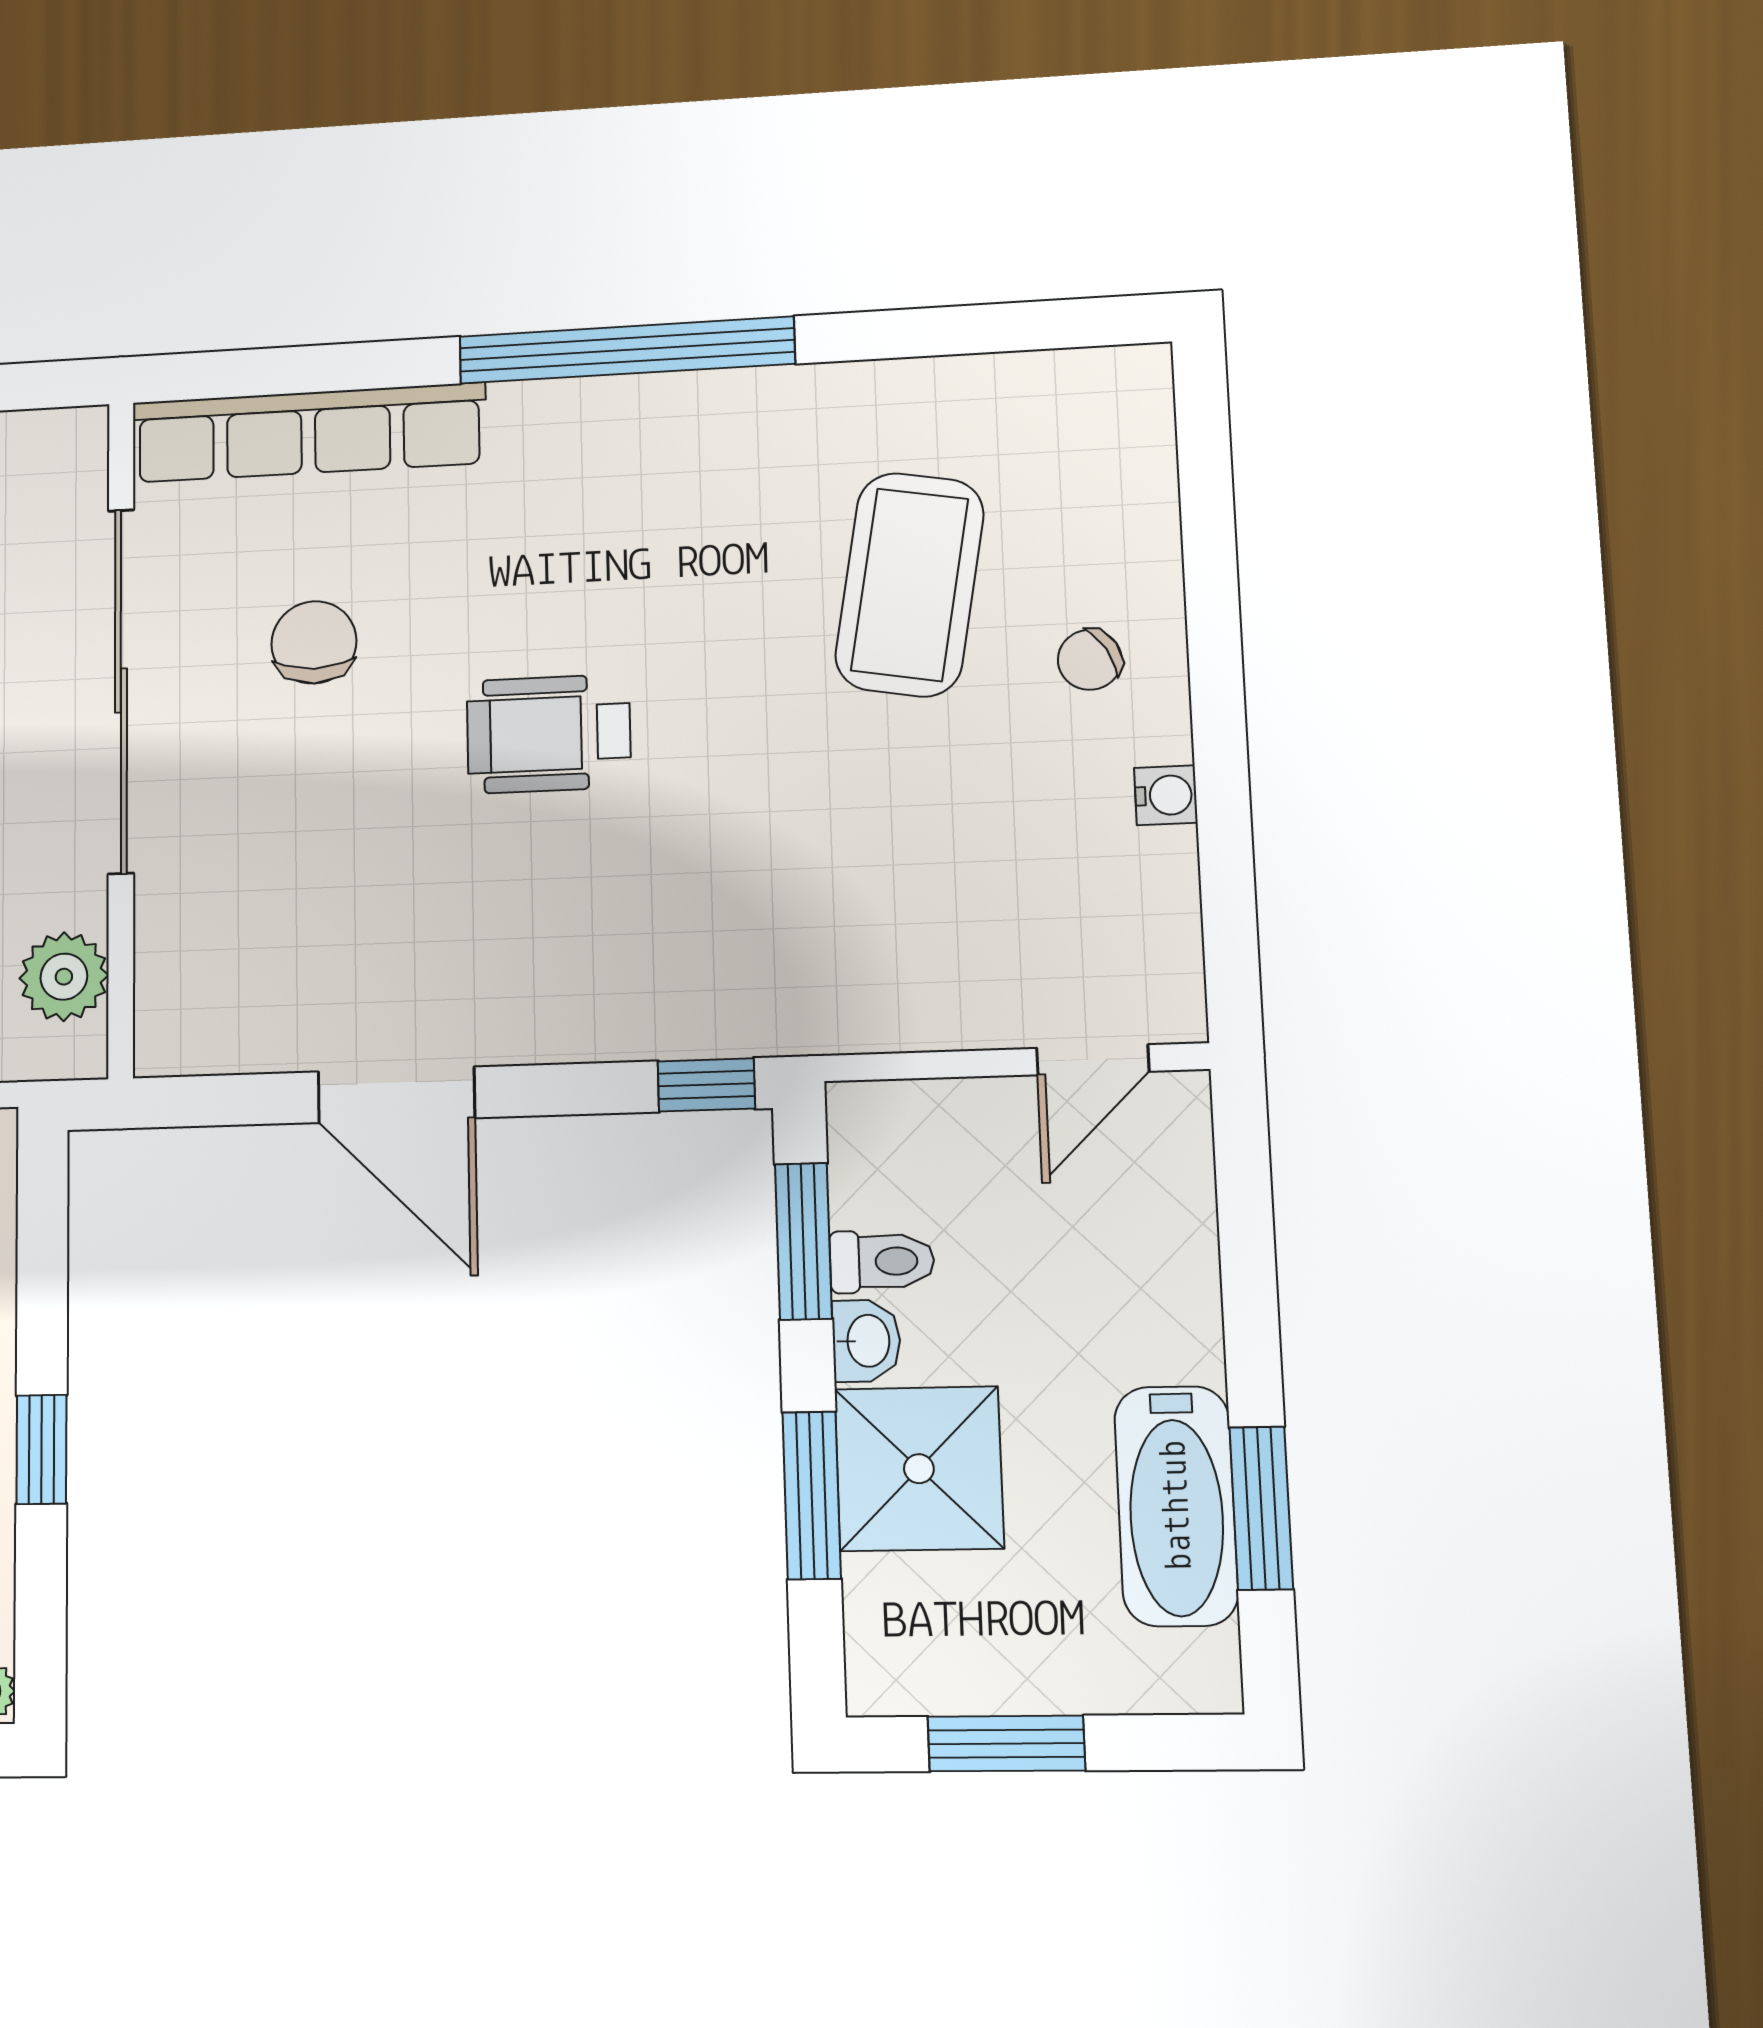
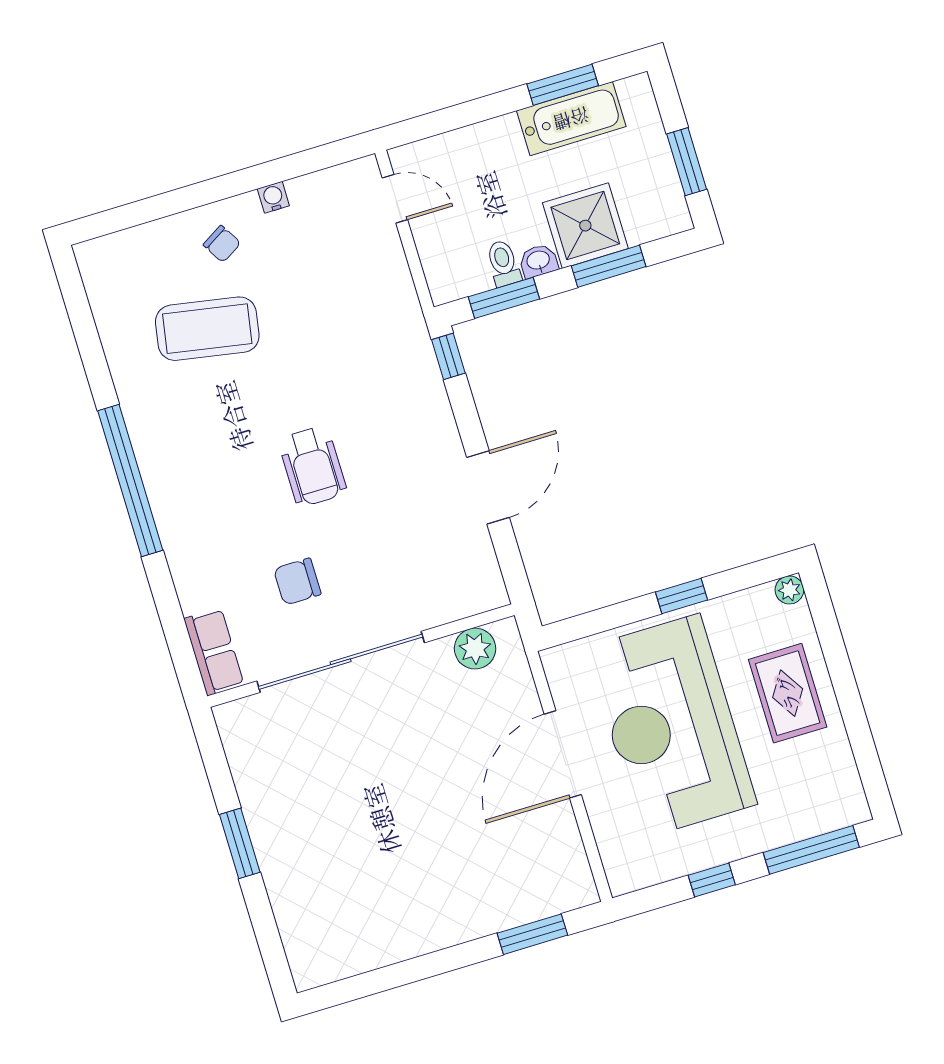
row of seats: (308, 433) -> (214, 652), width x0.50

